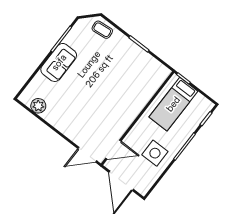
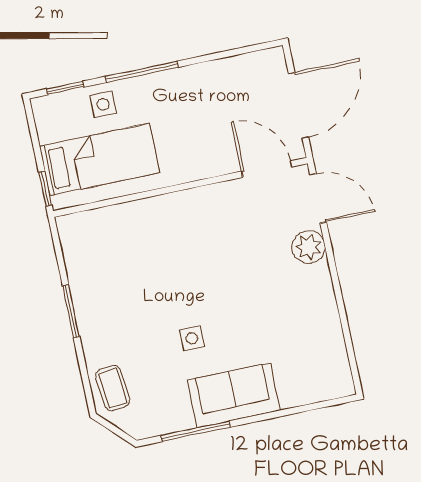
side table: (90, 70) -> (192, 338), added
plant: (38, 106) -> (309, 247), moved
side table: (155, 153) -> (103, 104), moved, width x0.54, depth x0.54

